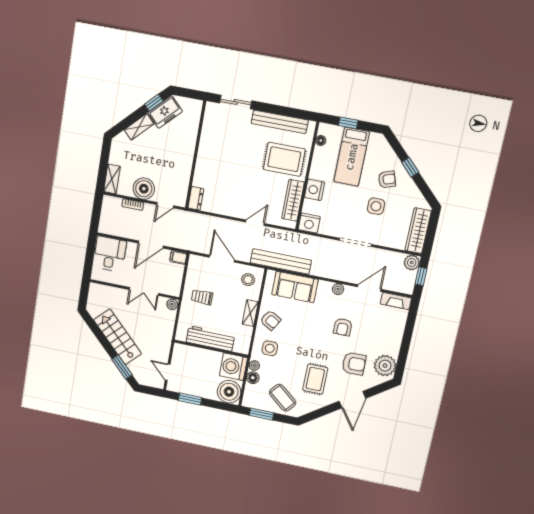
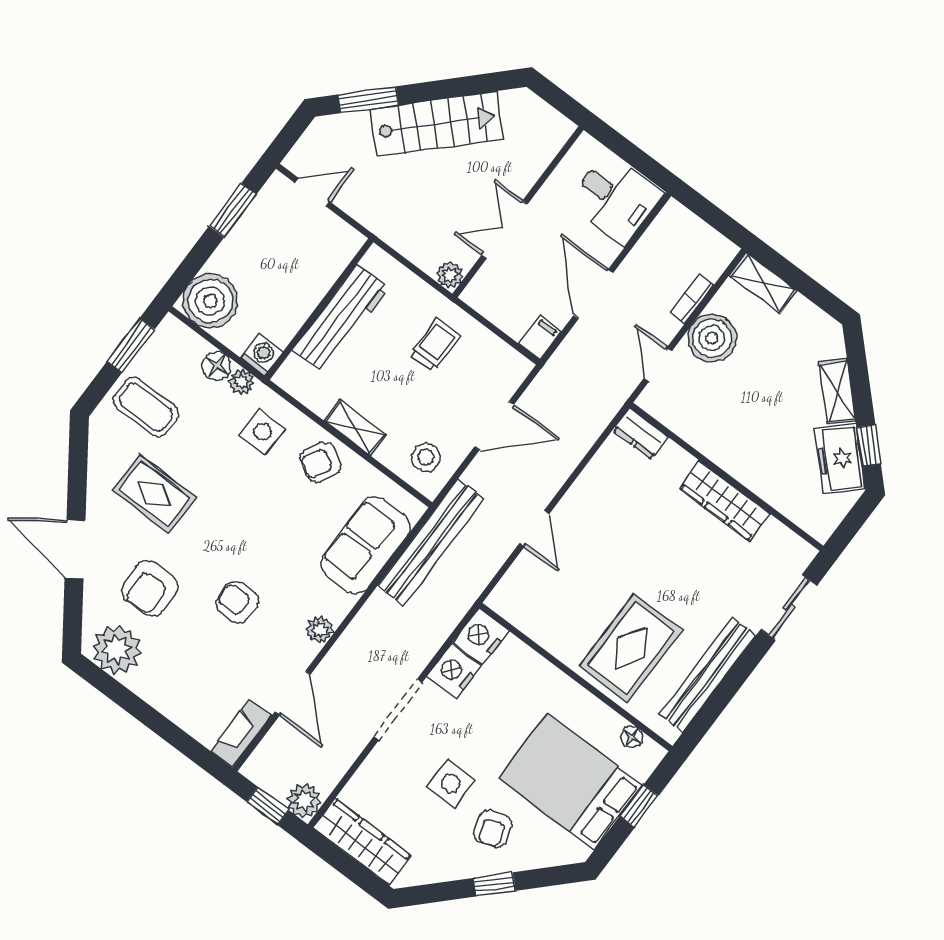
bed: (352, 157) -> (571, 781), width x1.50
nightstand: (315, 190) -> (454, 672), moved, turned -90
wardrobe: (293, 200) -> (725, 501), moved, turned 180
washing machine: (233, 367) -> (262, 355), width x0.53, depth x0.53
coffee table: (283, 398) -> (146, 407), turned 50

